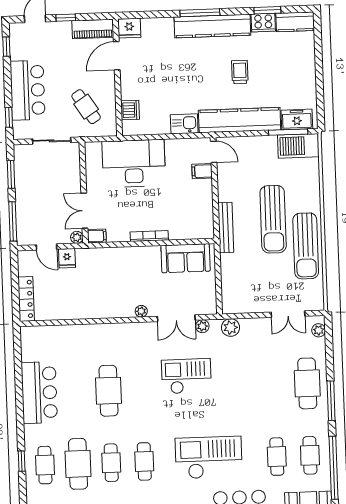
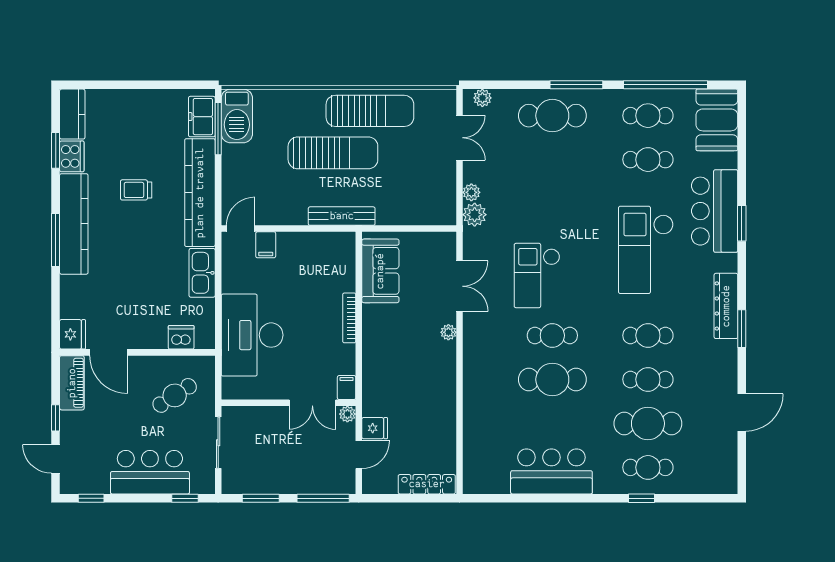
kitchen sink: (184, 124) -> (202, 273), width x1.38
plant: (202, 326) -> (471, 192), moved
cafe table: (142, 389) -> (552, 335), added

